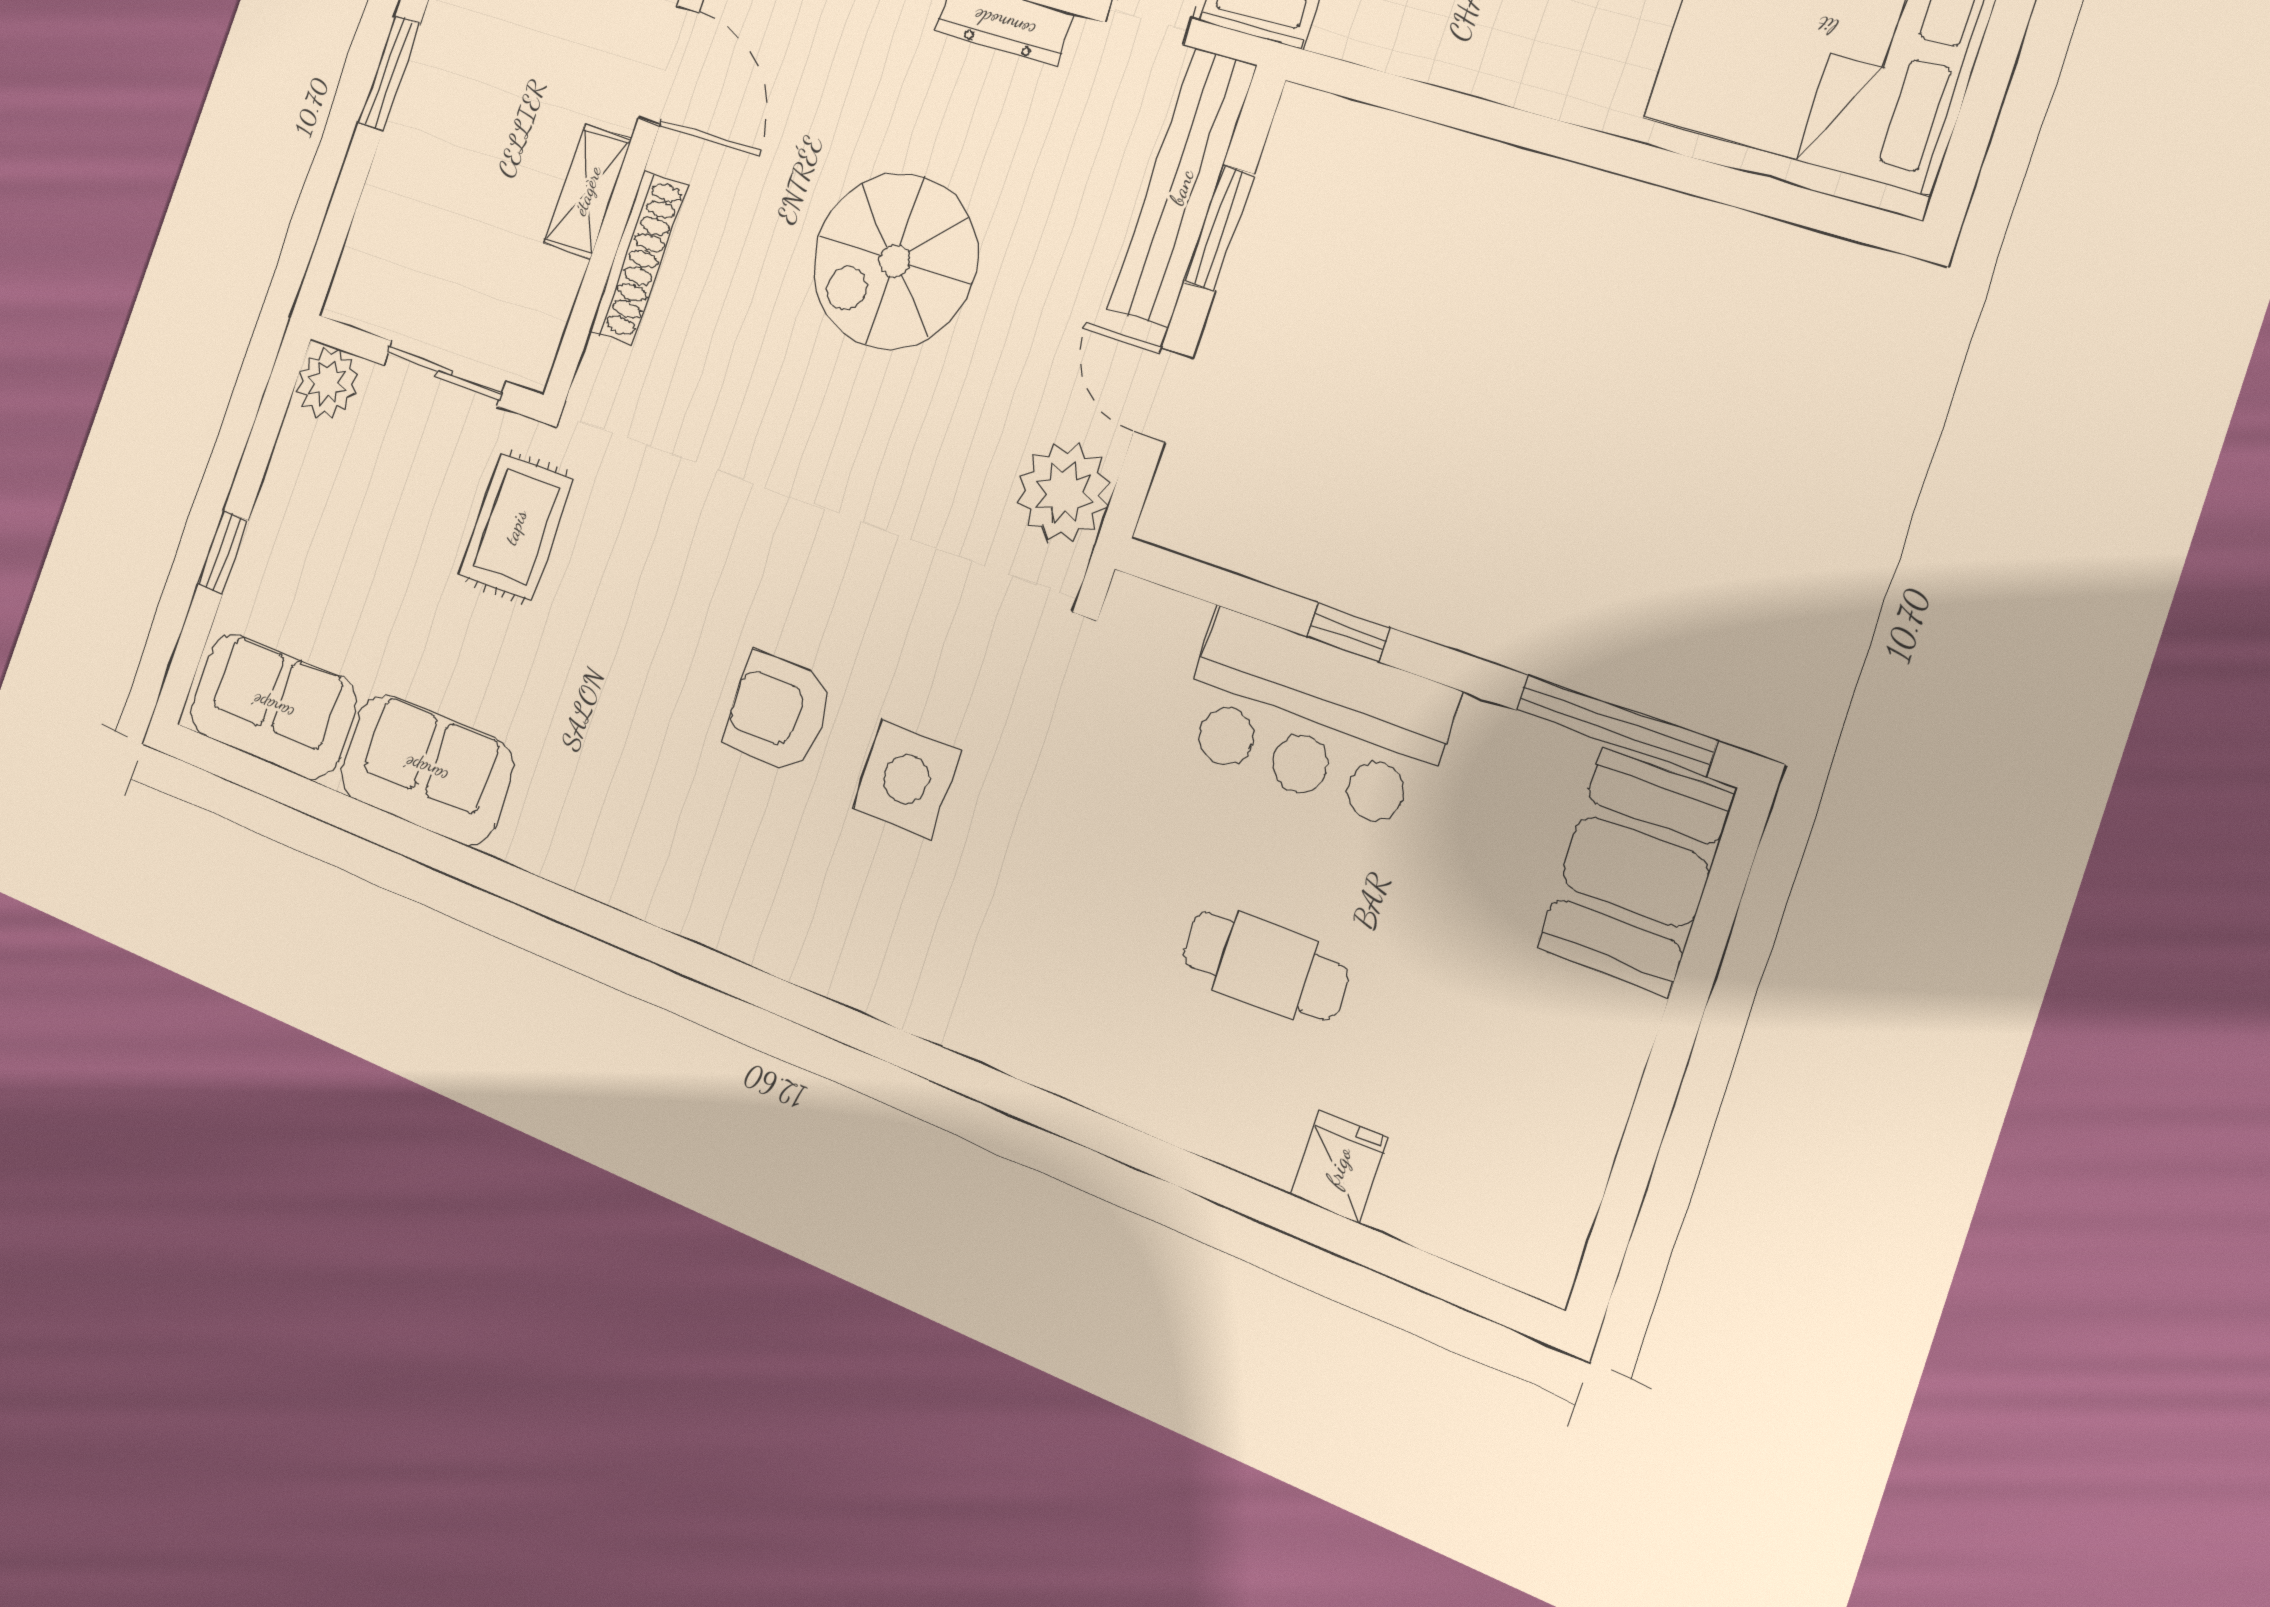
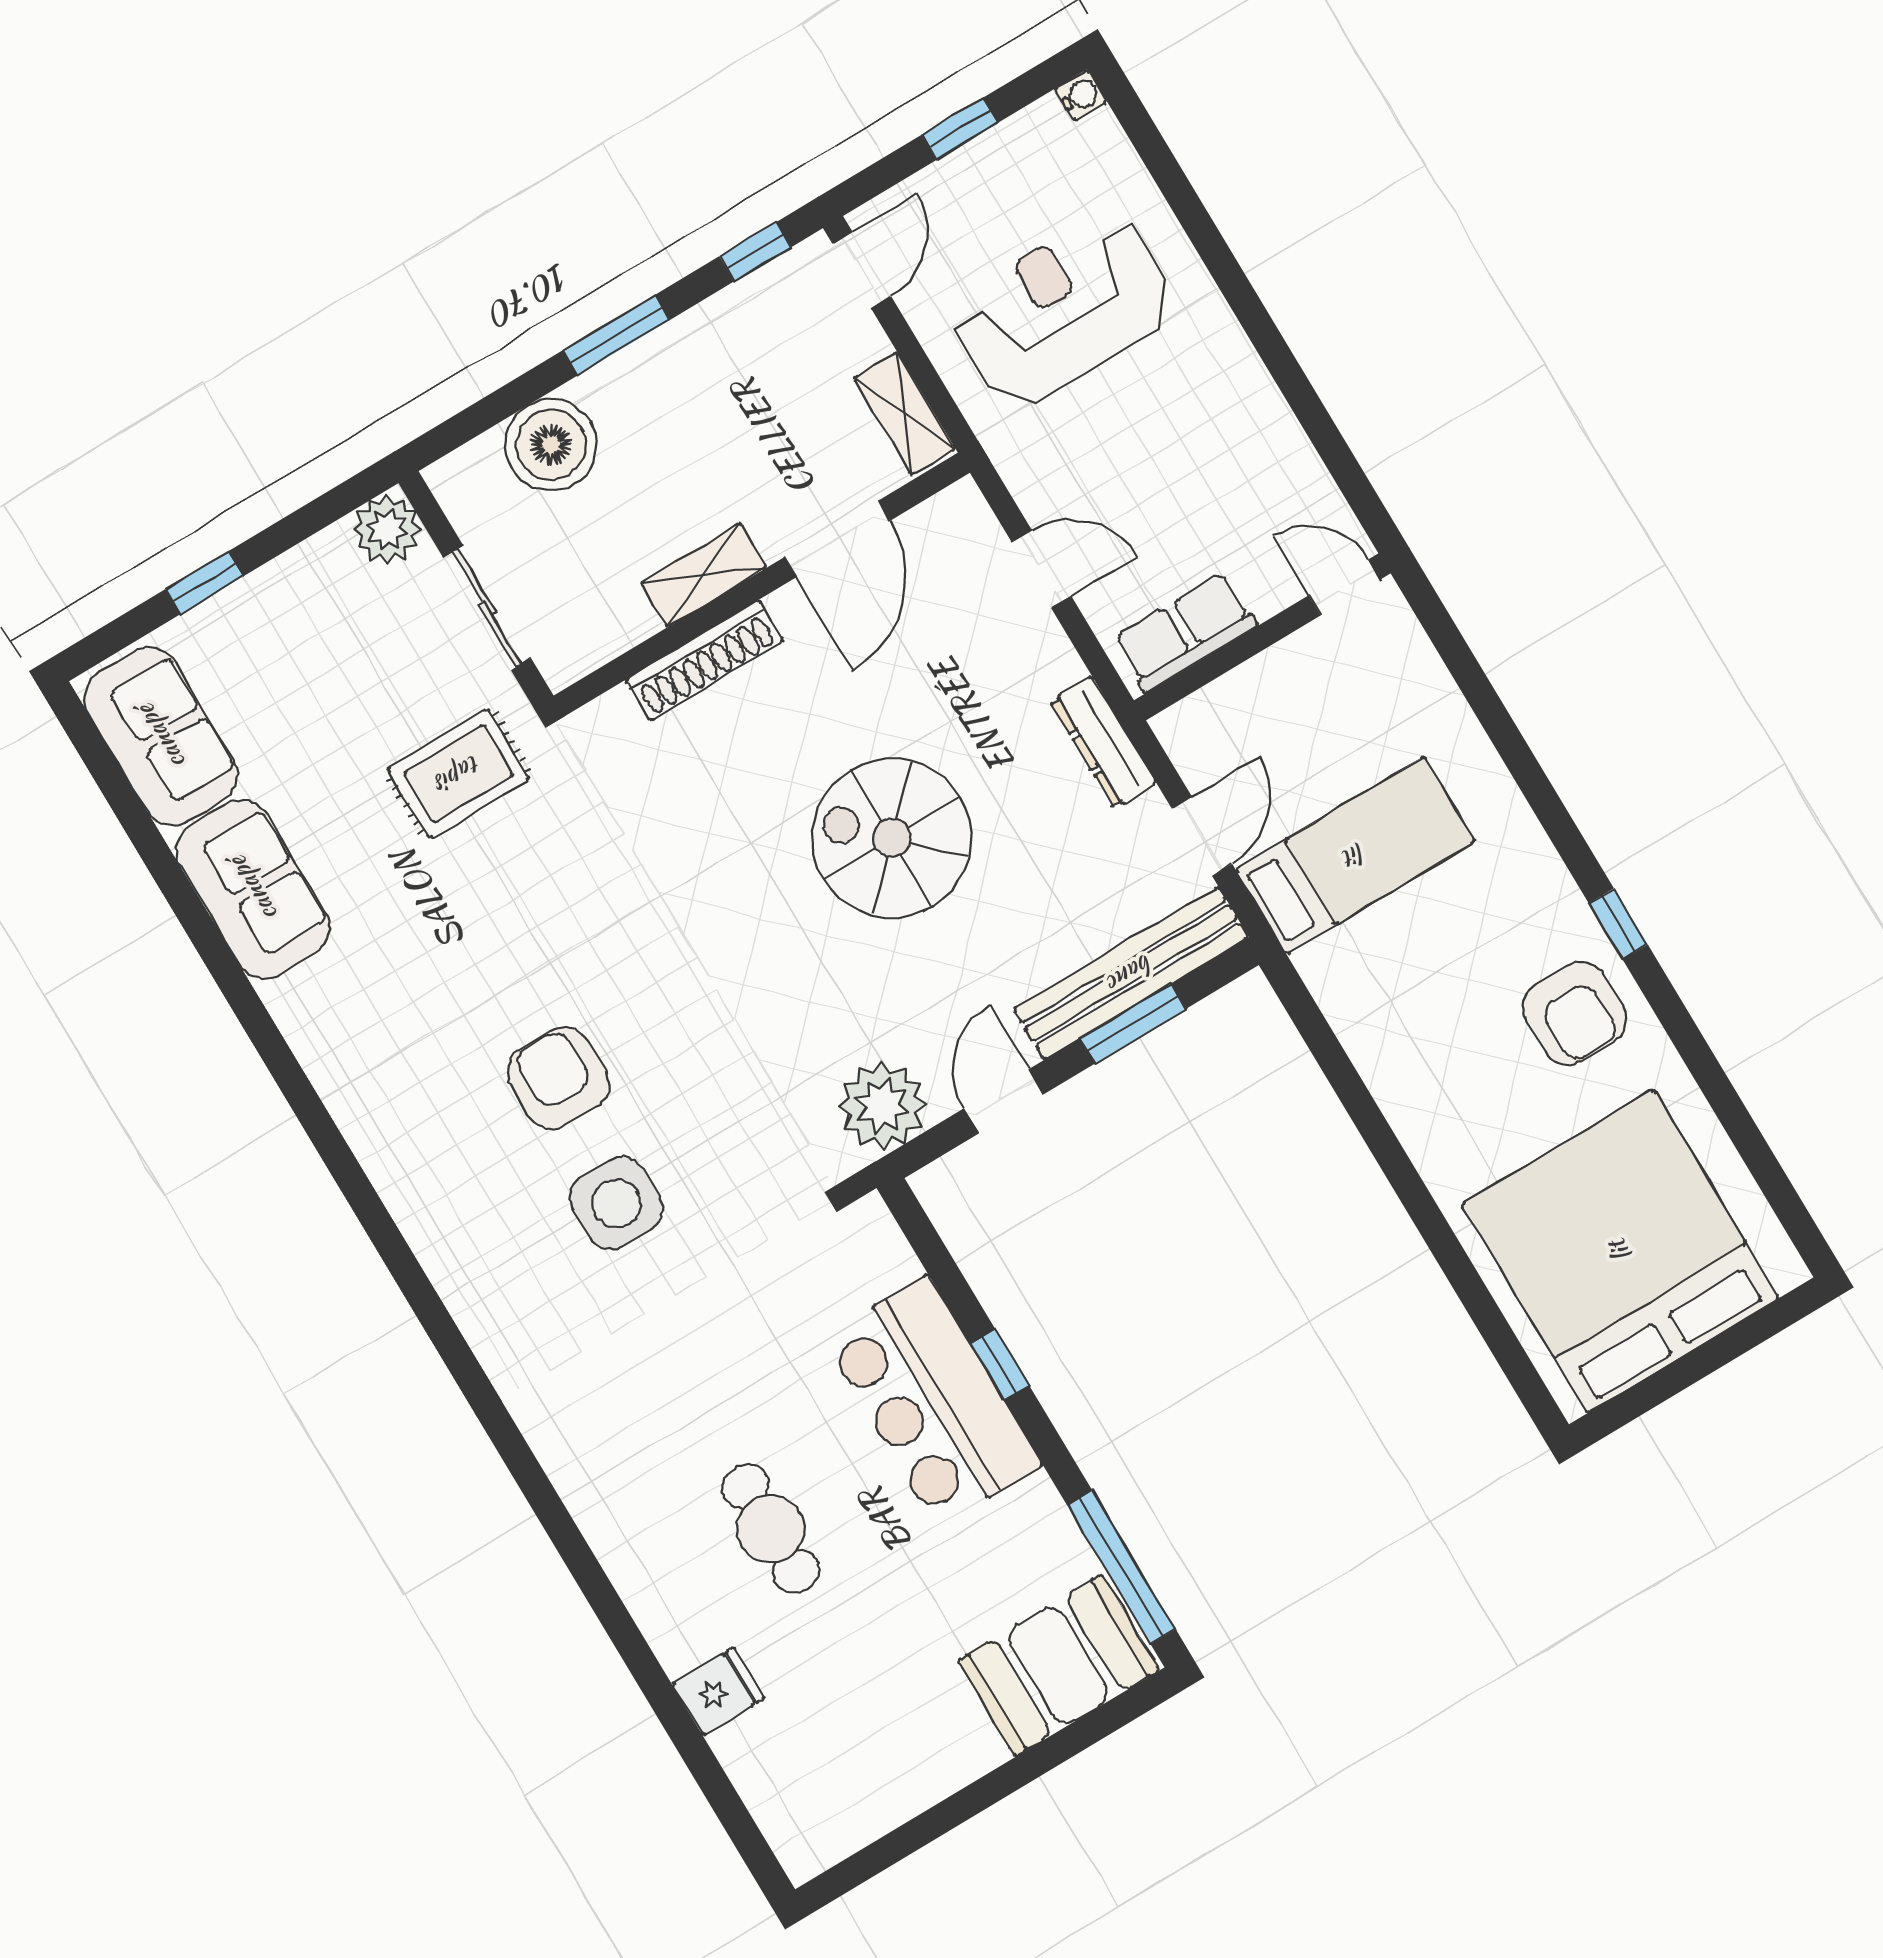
boiler: (401, 202) -> (551, 445), added

